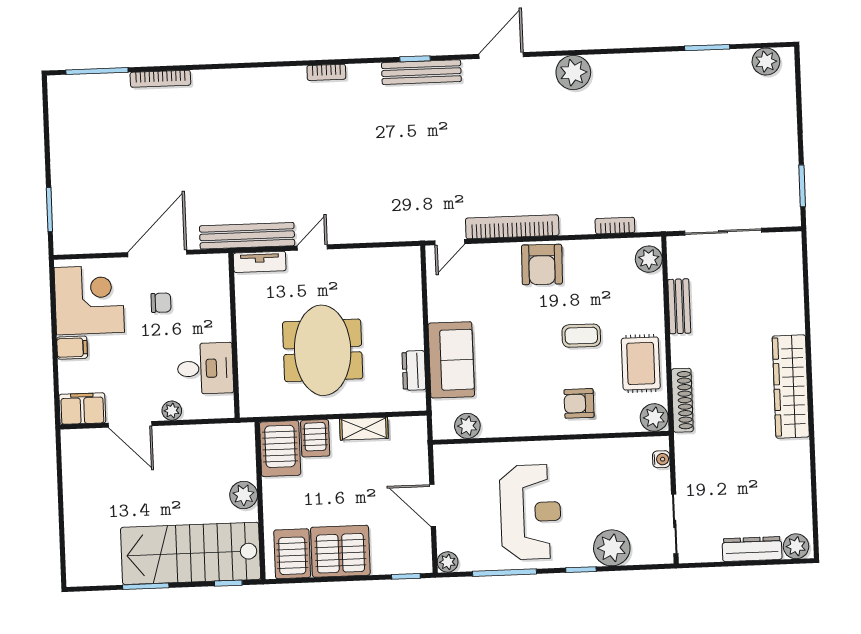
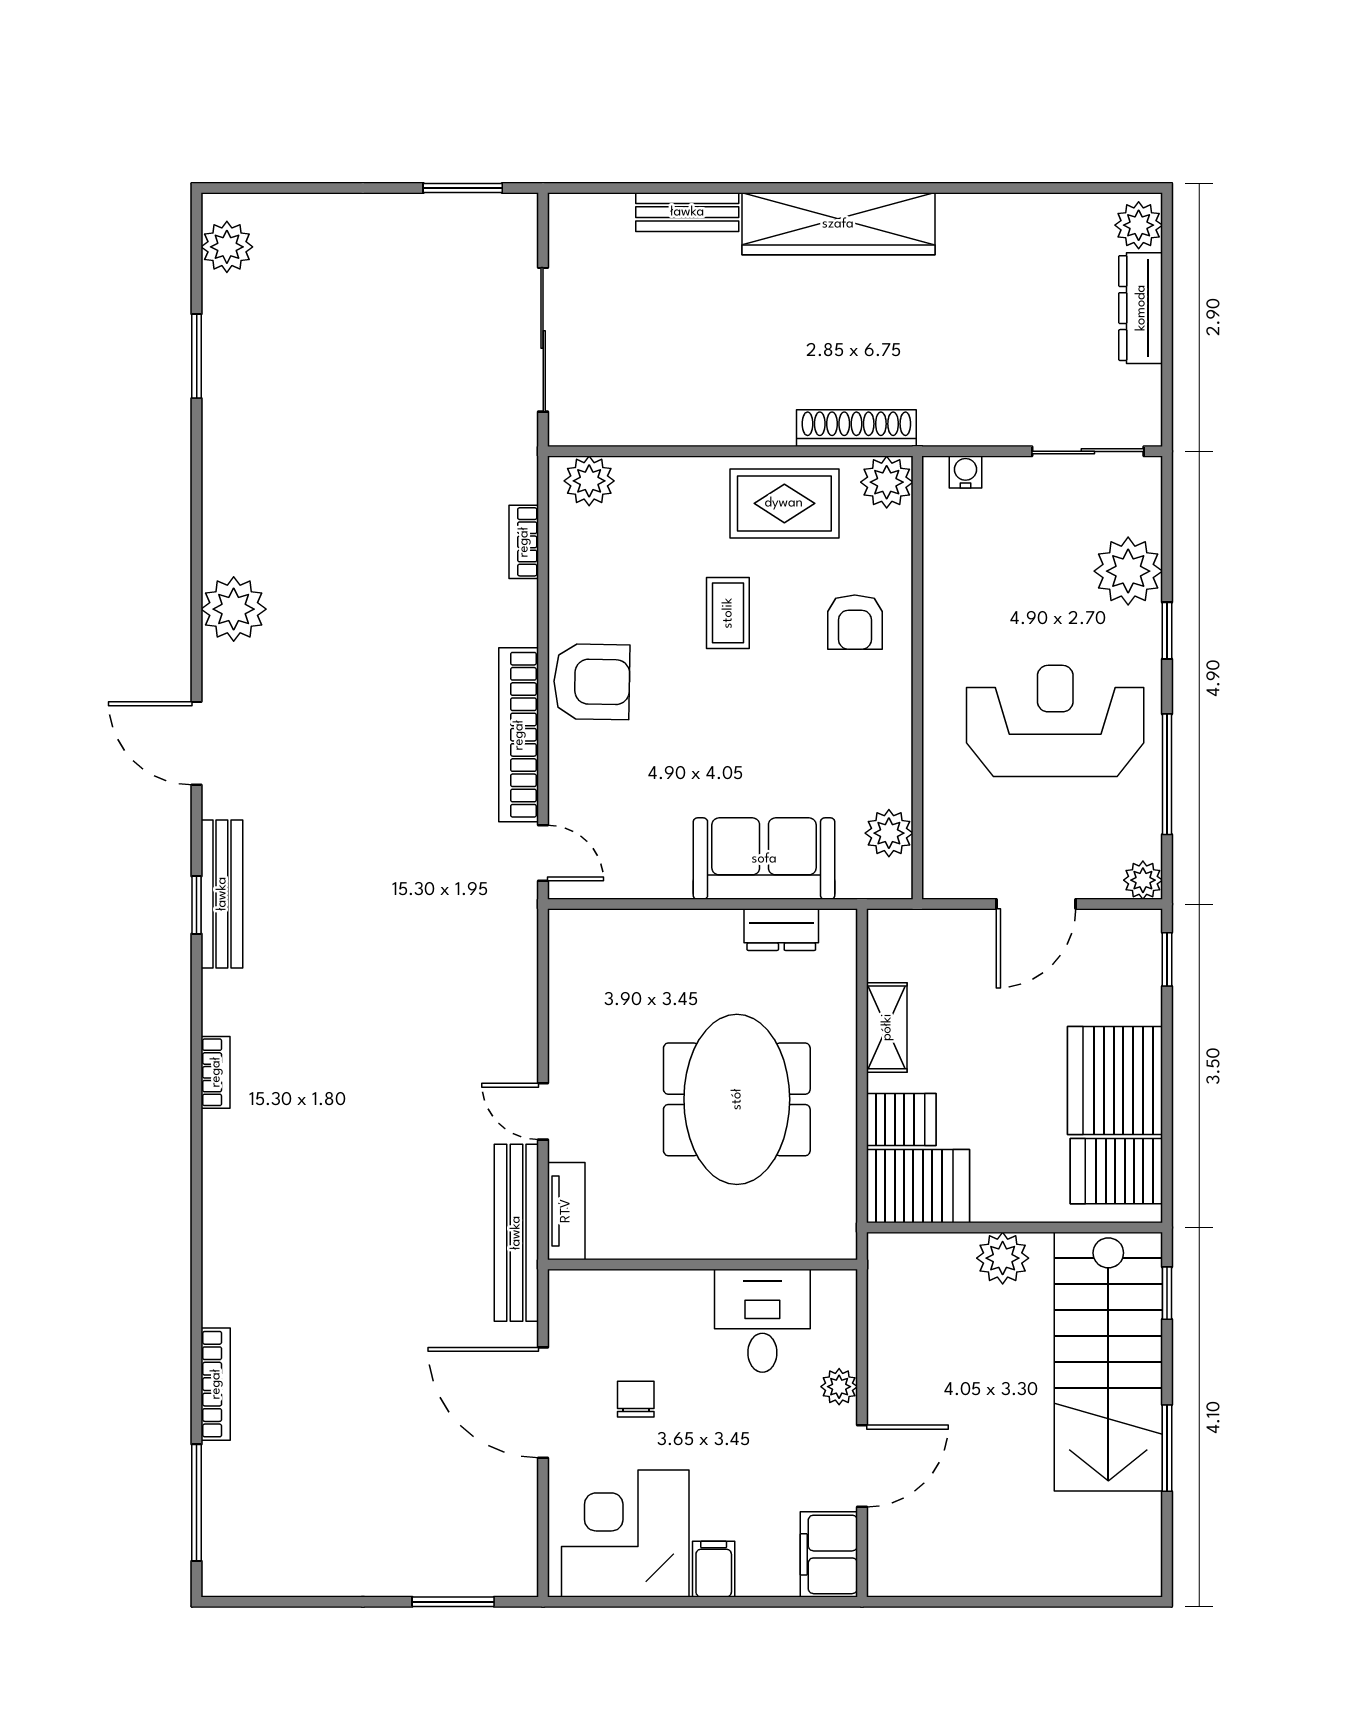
bench: (679, 306) -> (687, 212), moved
meeting table: (323, 350) -> (737, 1099), turned 90

